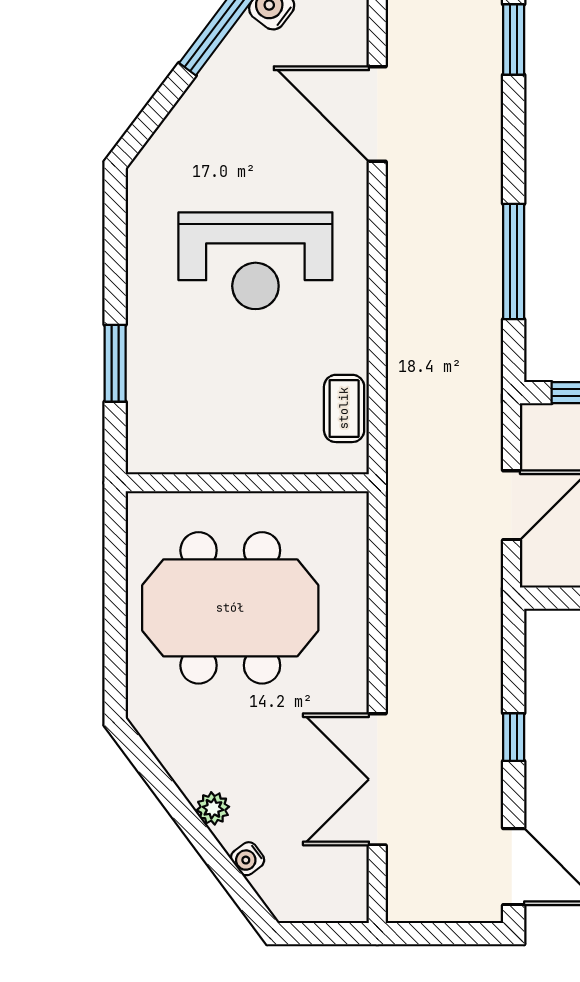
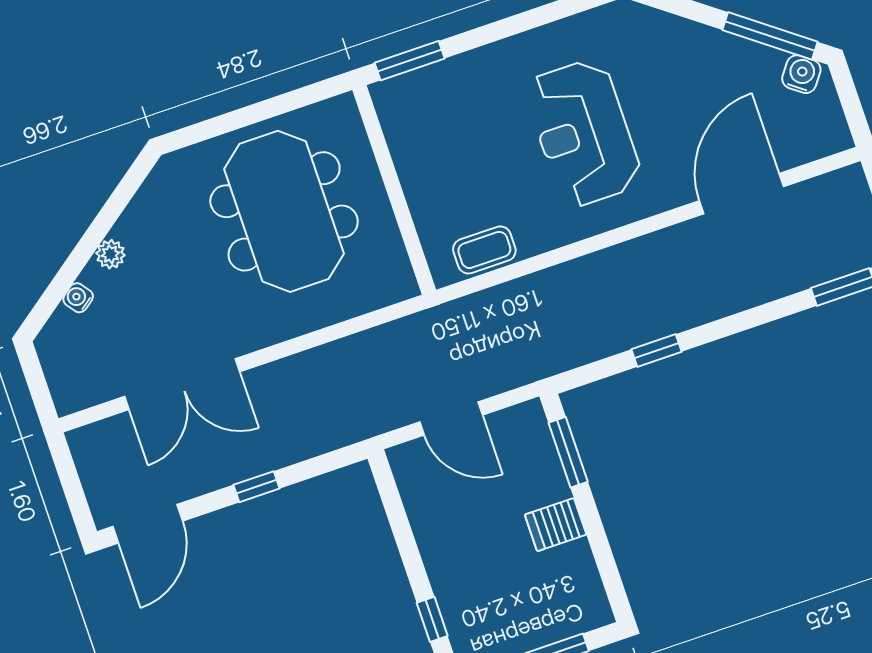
window: (514, 261) -> (657, 350), width x0.46
window: (115, 363) -> (410, 61), moved
double door: (377, 779) -> (182, 384), swing flipped

